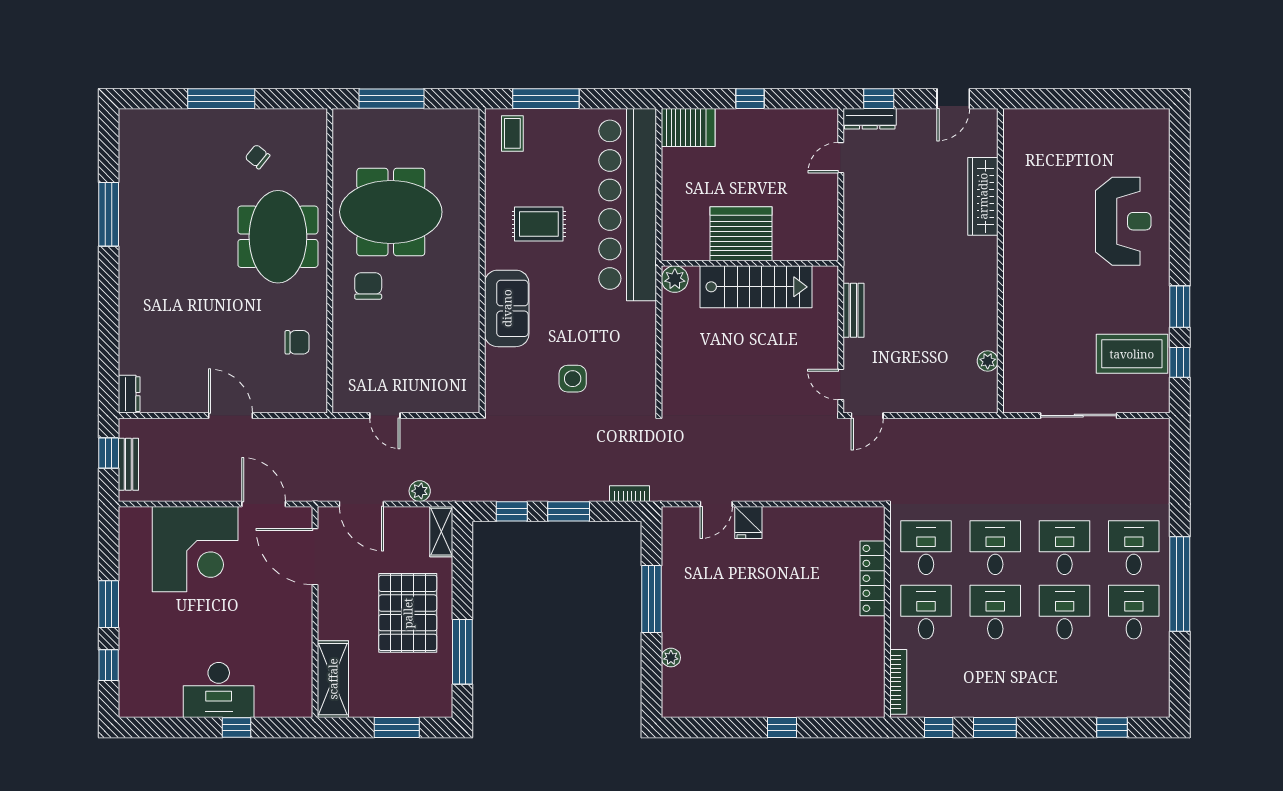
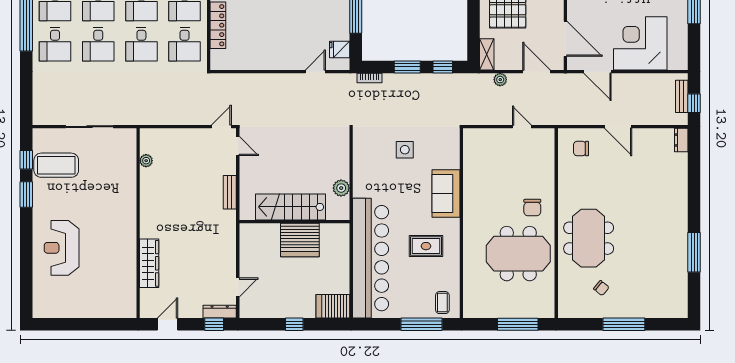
plant: (675, 279) -> (341, 188), moved
chair: (297, 342) -> (581, 149), moved
fridge: (748, 522) -> (340, 49), moved, turned -90

